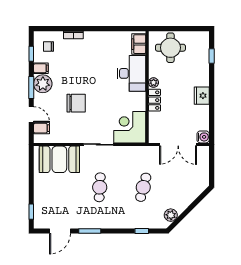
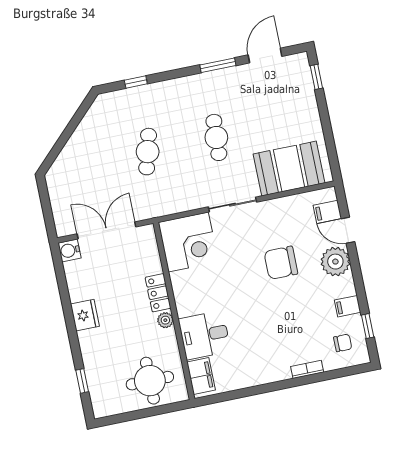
desk: (132, 73) -> (205, 335), width x0.73
plant: (43, 84) -> (335, 262), moved
window: (31, 87) -> (357, 273), removed
plant: (171, 215) -> (95, 117), removed

